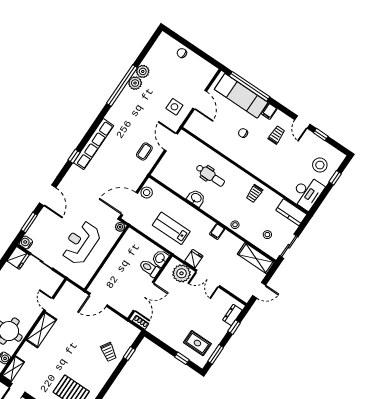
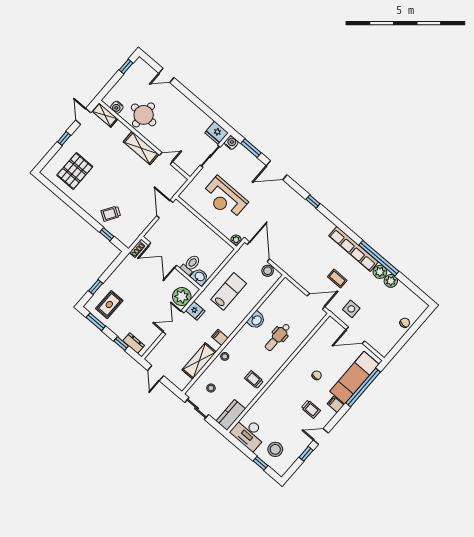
row of seats: (94, 144) -> (354, 249), moved
coffee table: (144, 151) -> (337, 279), moved
reception desk: (81, 243) -> (225, 198), turned 180
shelving: (256, 258) -> (199, 361), moved

